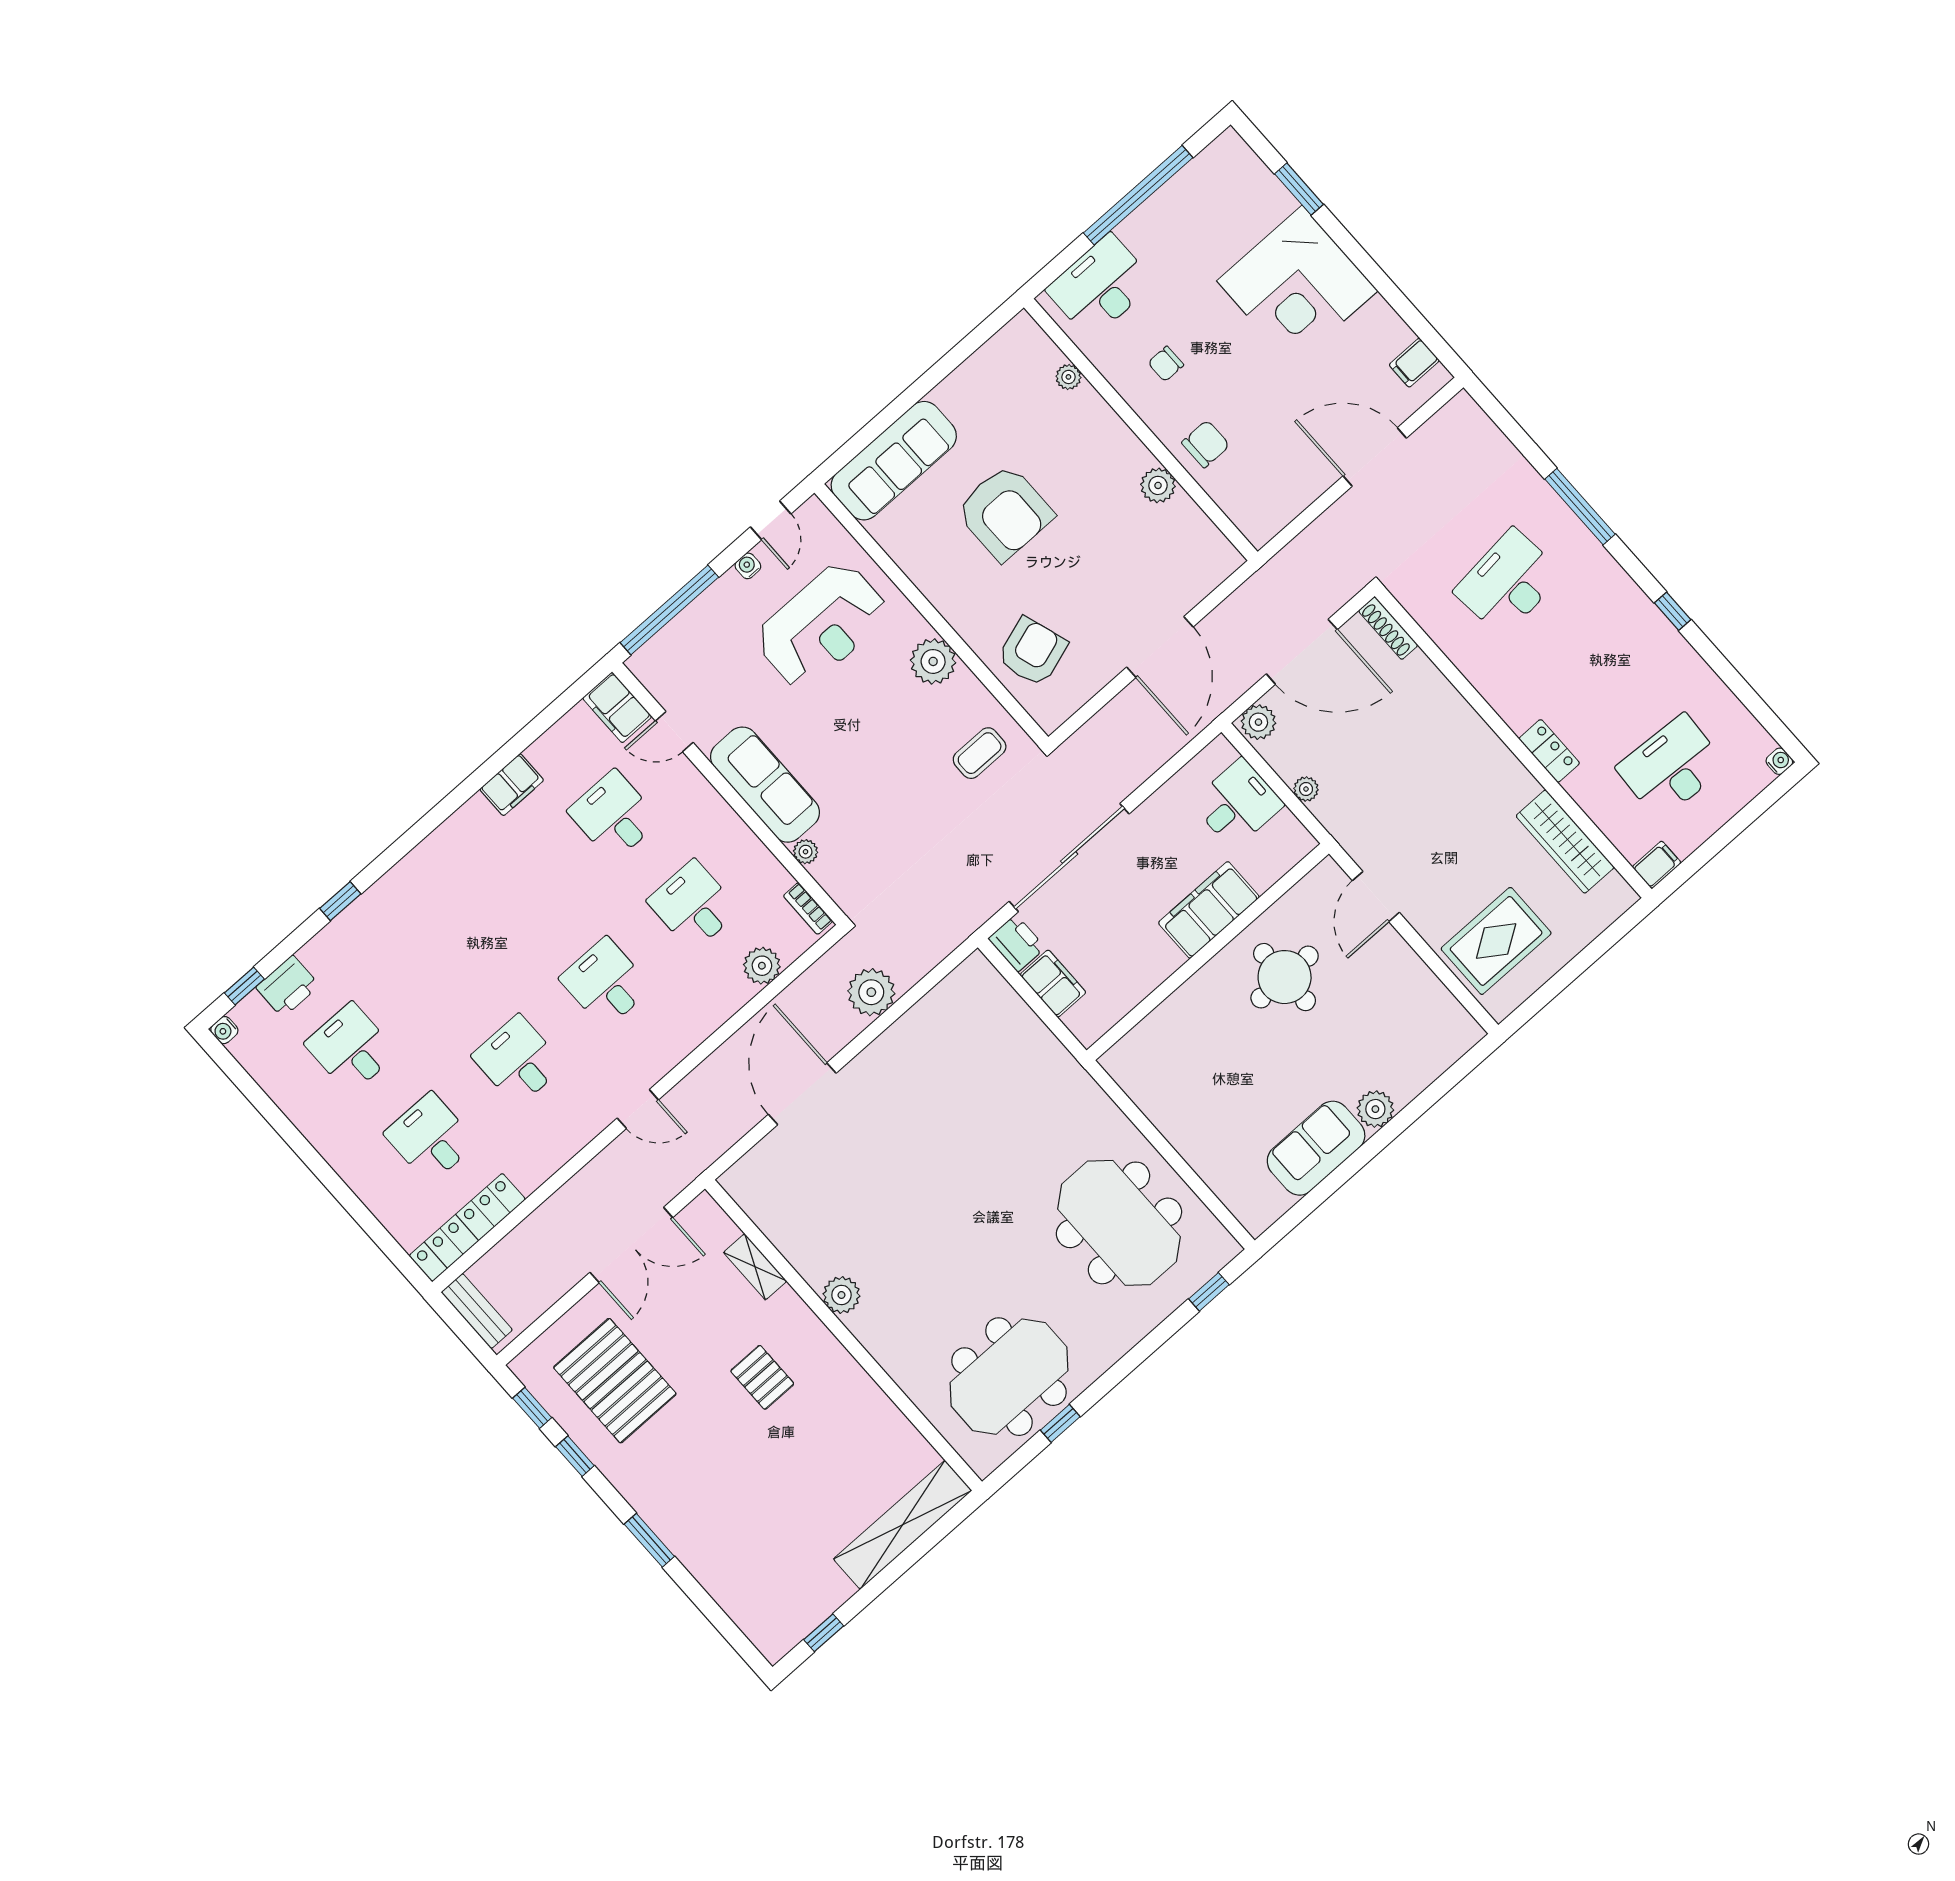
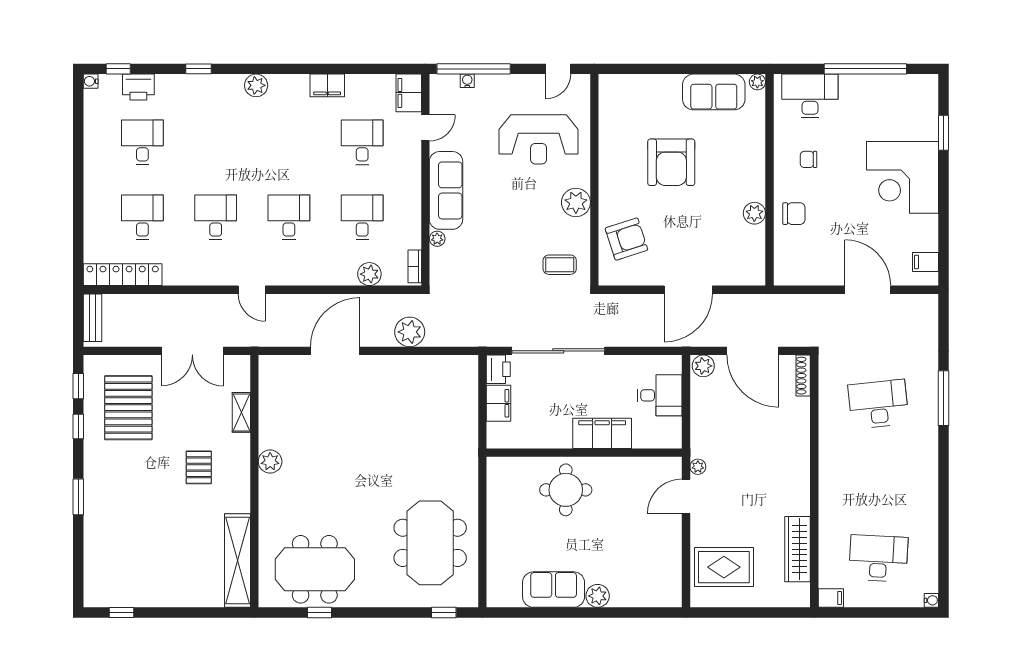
plant: (1068, 377) -> (757, 82), moved
sofa: (894, 461) -> (714, 92), moved, width x0.73
water cooler: (748, 566) -> (467, 81), moved
window: (1673, 611) -> (944, 486), removed
door: (674, 732) -> (425, 128), swing flipped
locker: (1549, 751) -> (828, 500), removed
plant: (1306, 789) -> (698, 467), moved
plant: (427, 860) -> (256, 85), added
round table: (1285, 977) -> (566, 490), moved
shelving: (903, 1525) -> (237, 561), moved, turned 90

